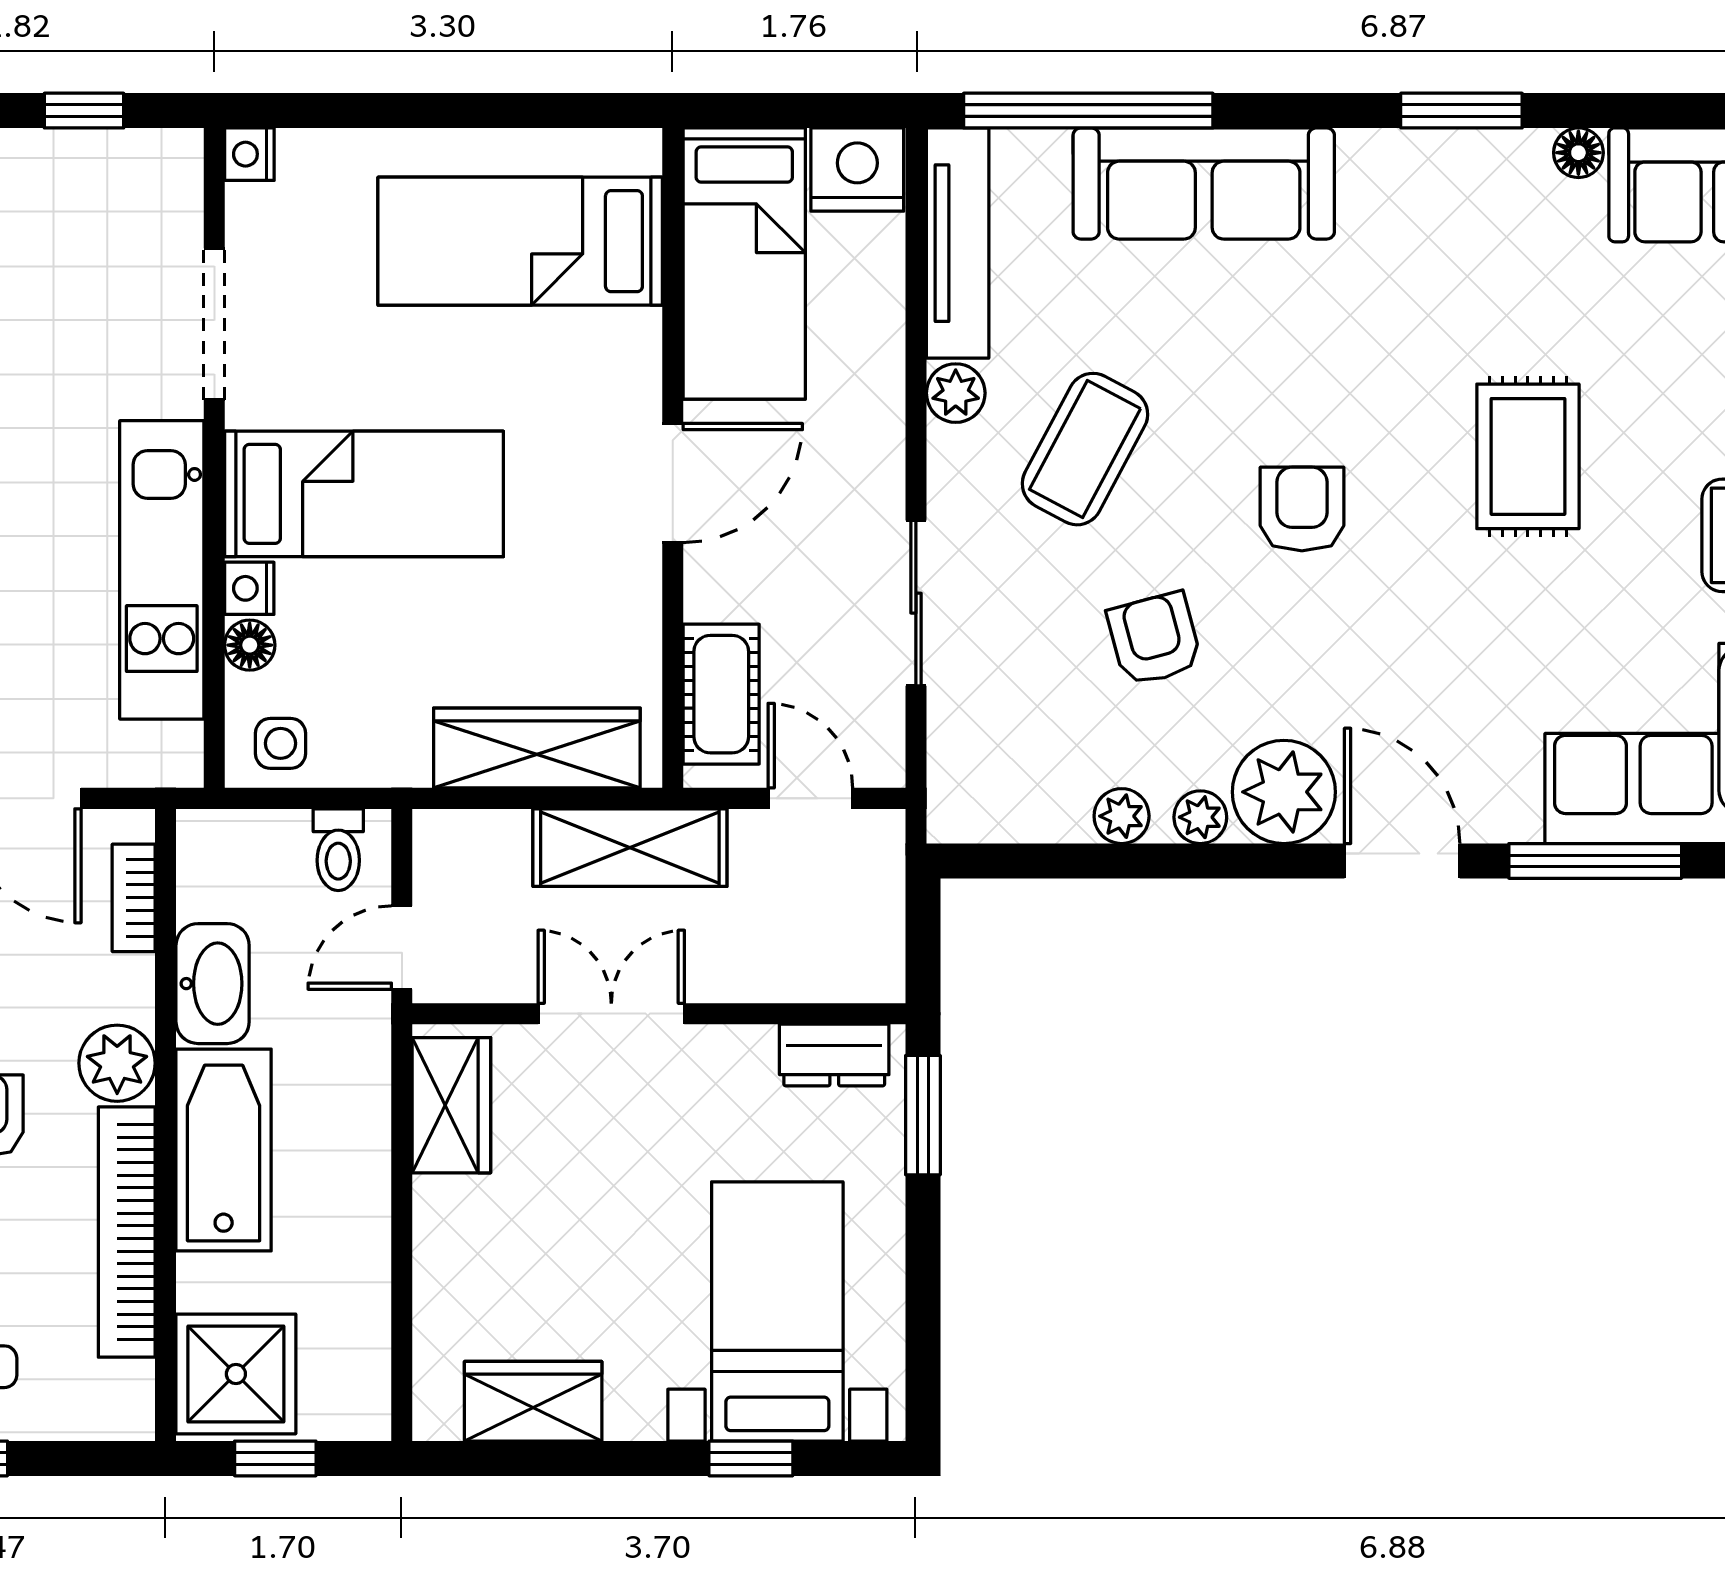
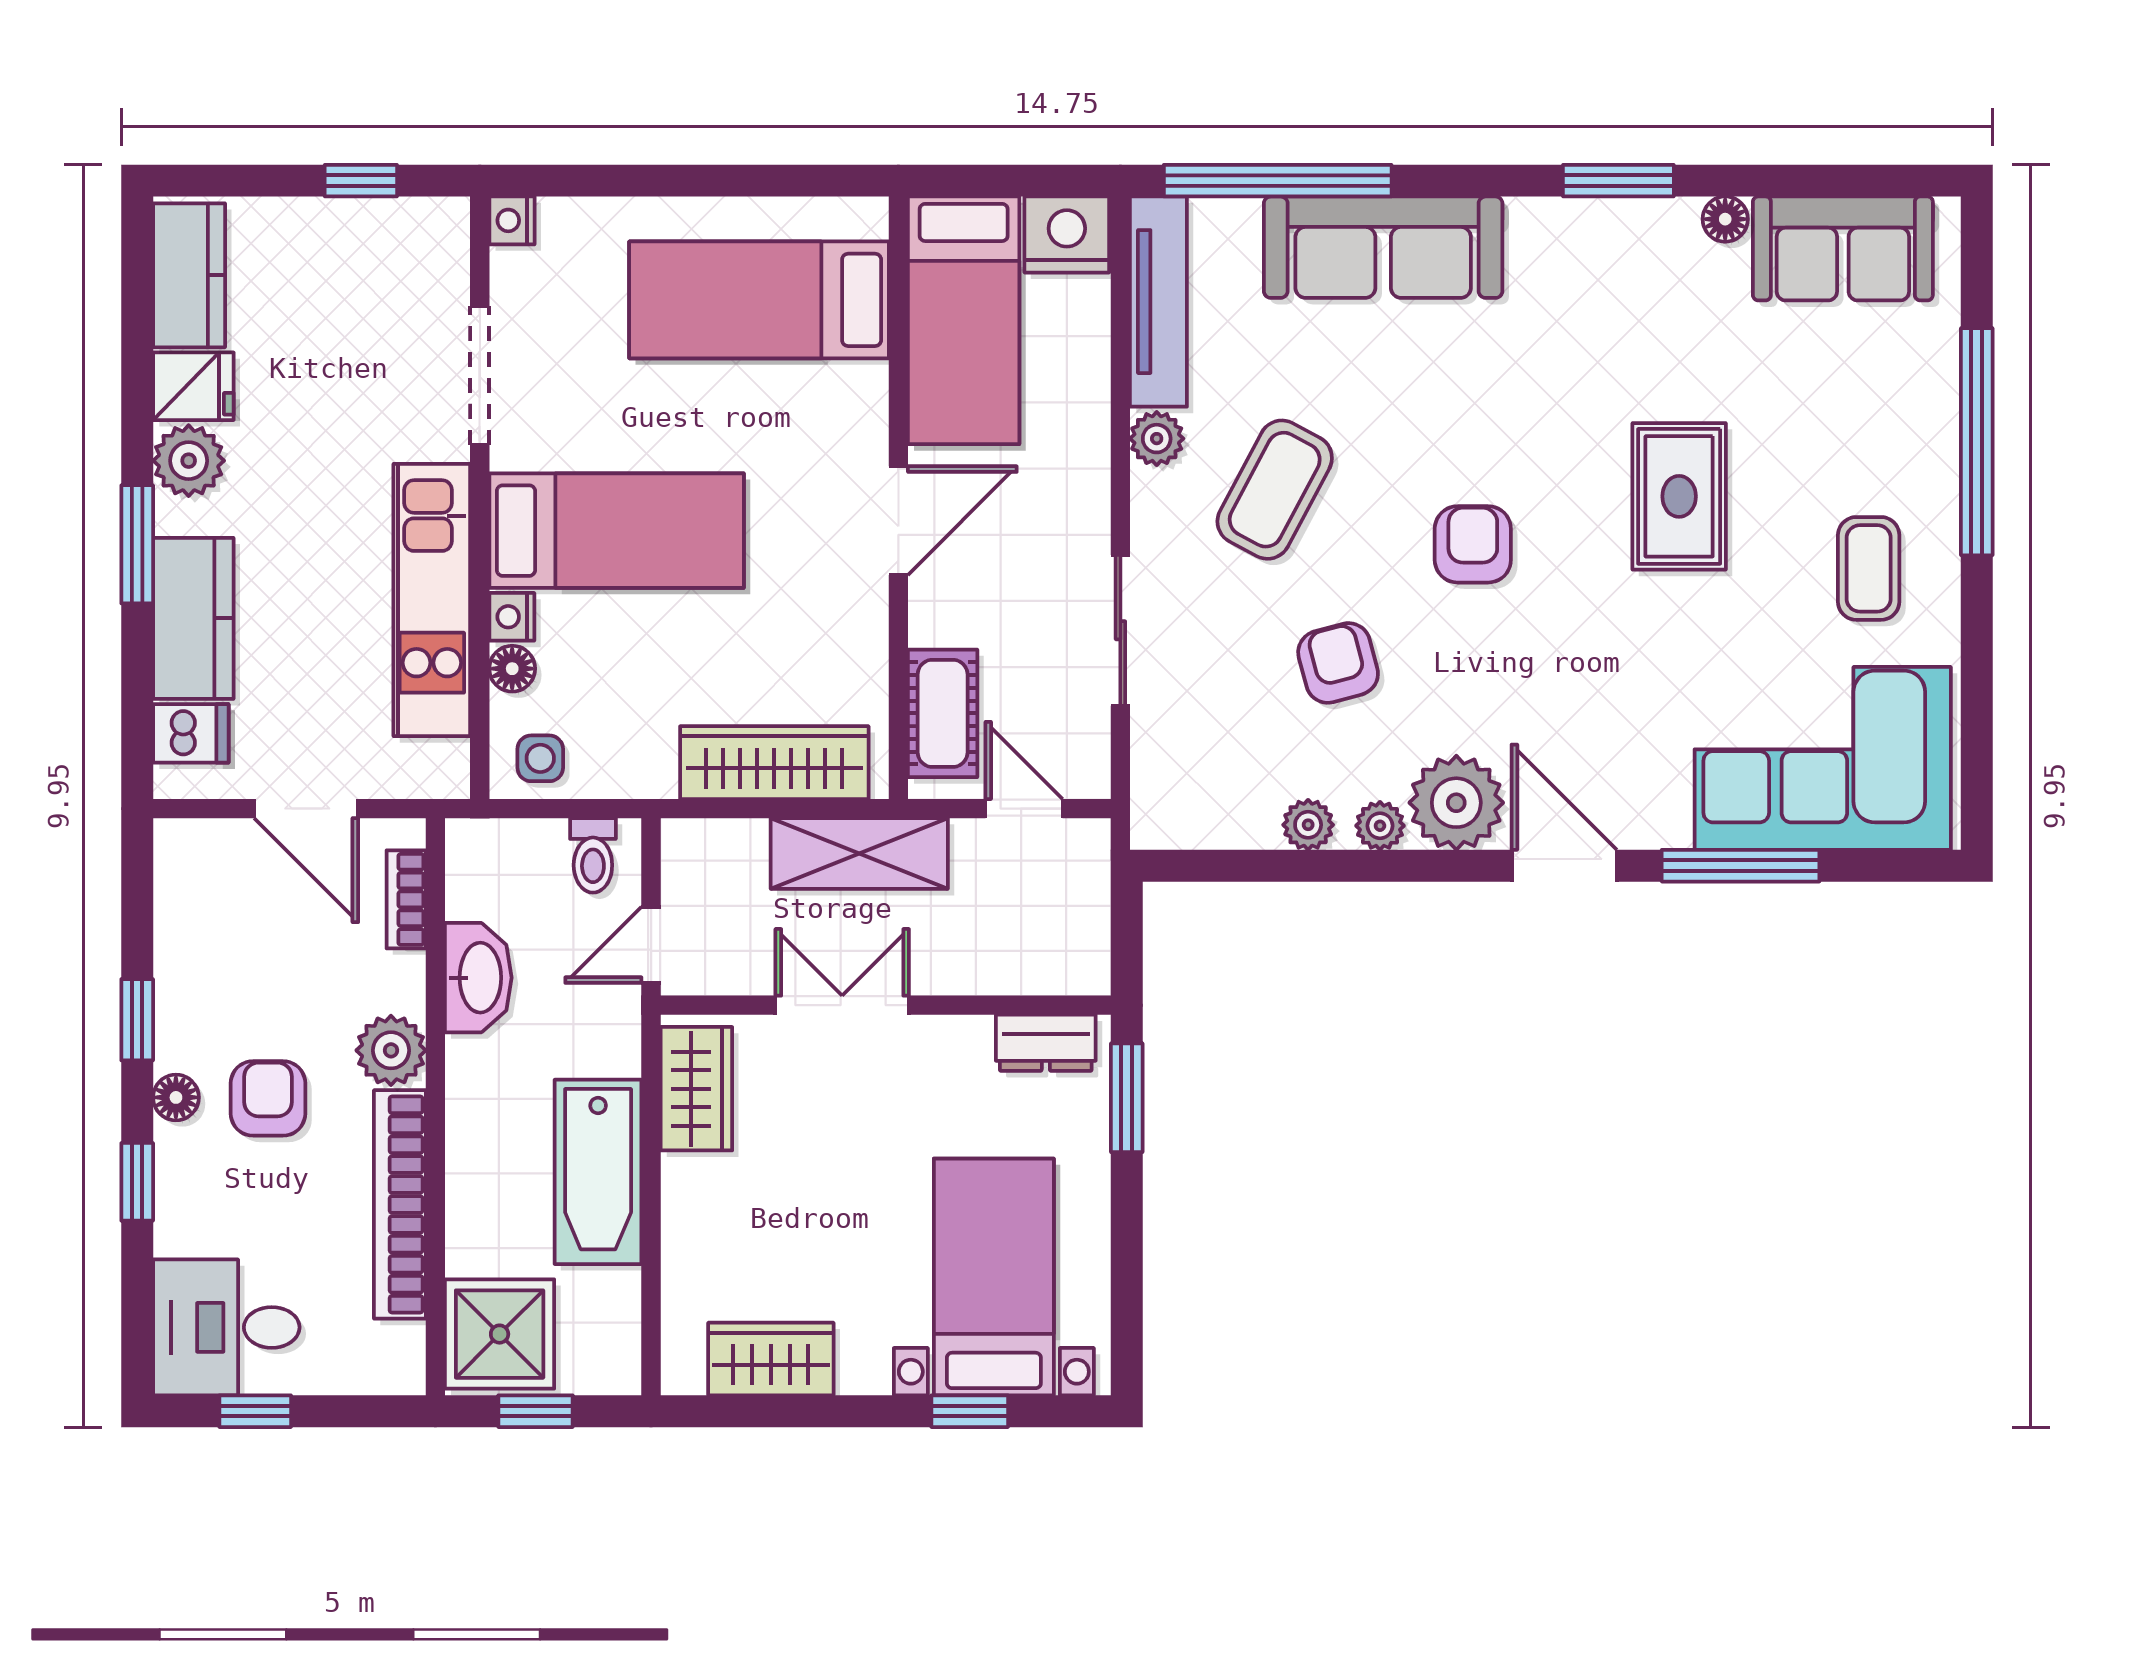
bathtub: (224, 1150) -> (598, 1172), moved, turned 180

